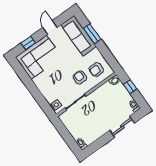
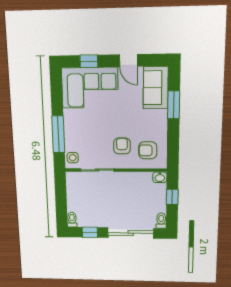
door: (50, 27) -> (128, 61), swing flipped
sofa: (79, 36) -> (156, 88), width x0.73
window: (39, 97) -> (58, 134), added
sliding door: (122, 127) -> (131, 233), width x1.37
window: (98, 144) -> (90, 232), added

